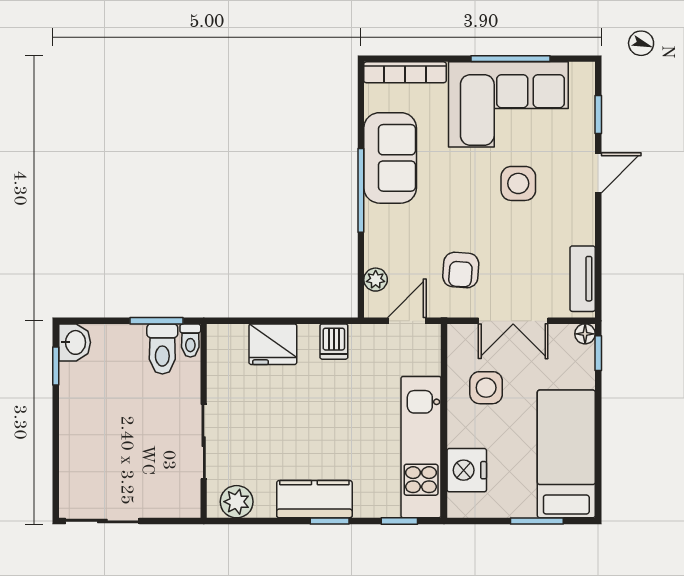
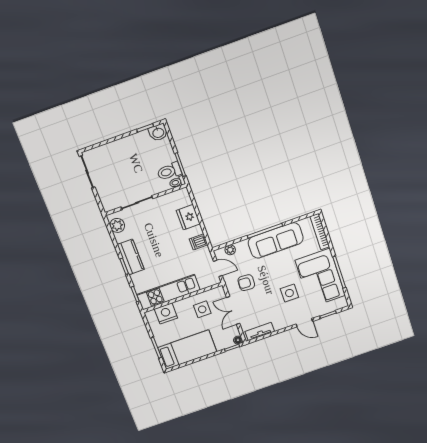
sofa: (390, 158) -> (276, 240), width x1.36

